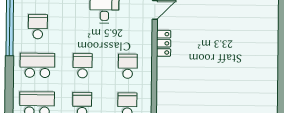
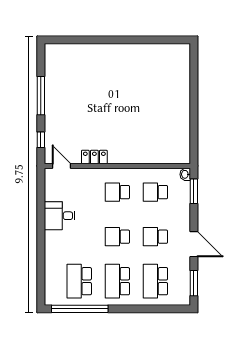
school desk: (38, 27) -> (79, 281), width x1.85

